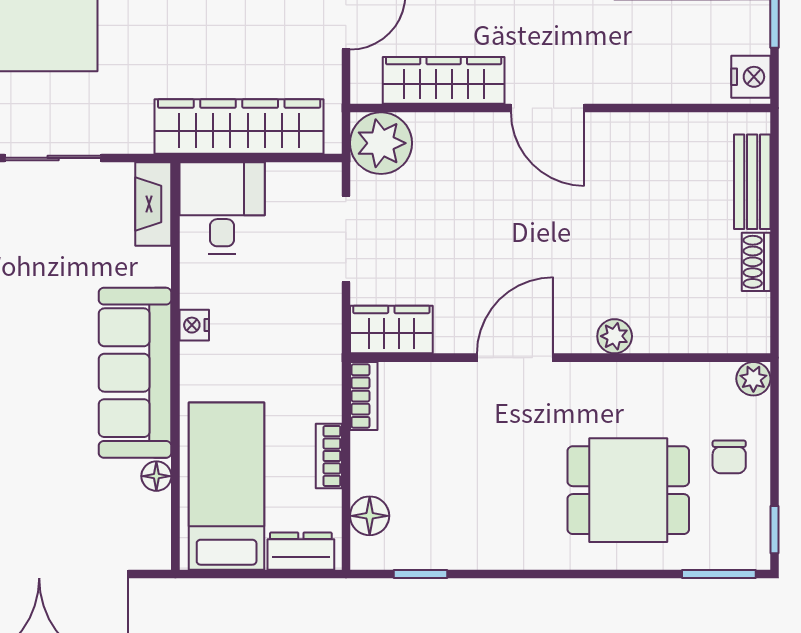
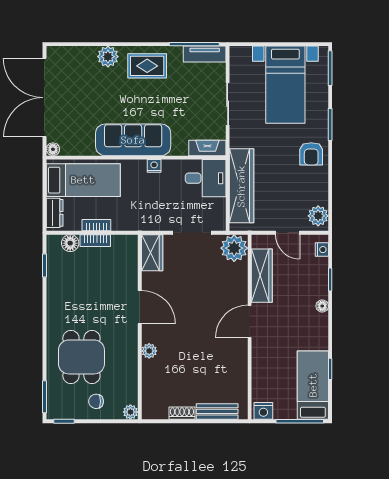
bookcase: (364, 396) -> (95, 241), moved
floor lamp: (156, 476) -> (53, 149), moved

